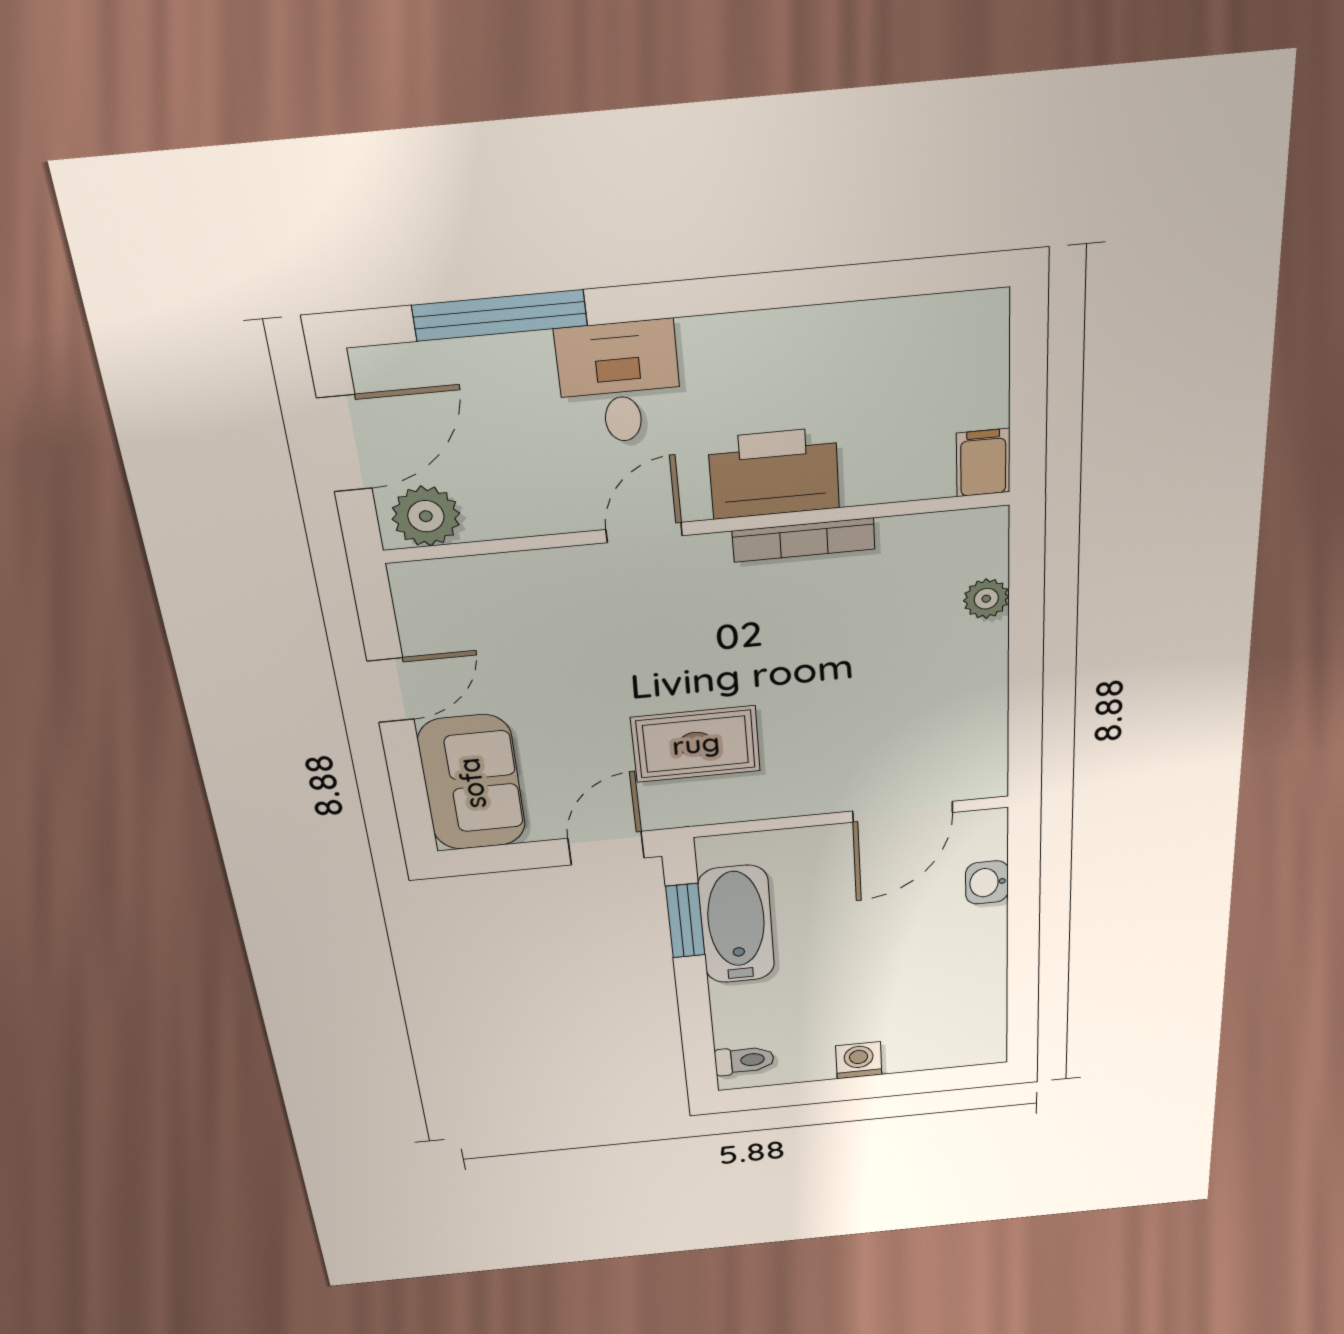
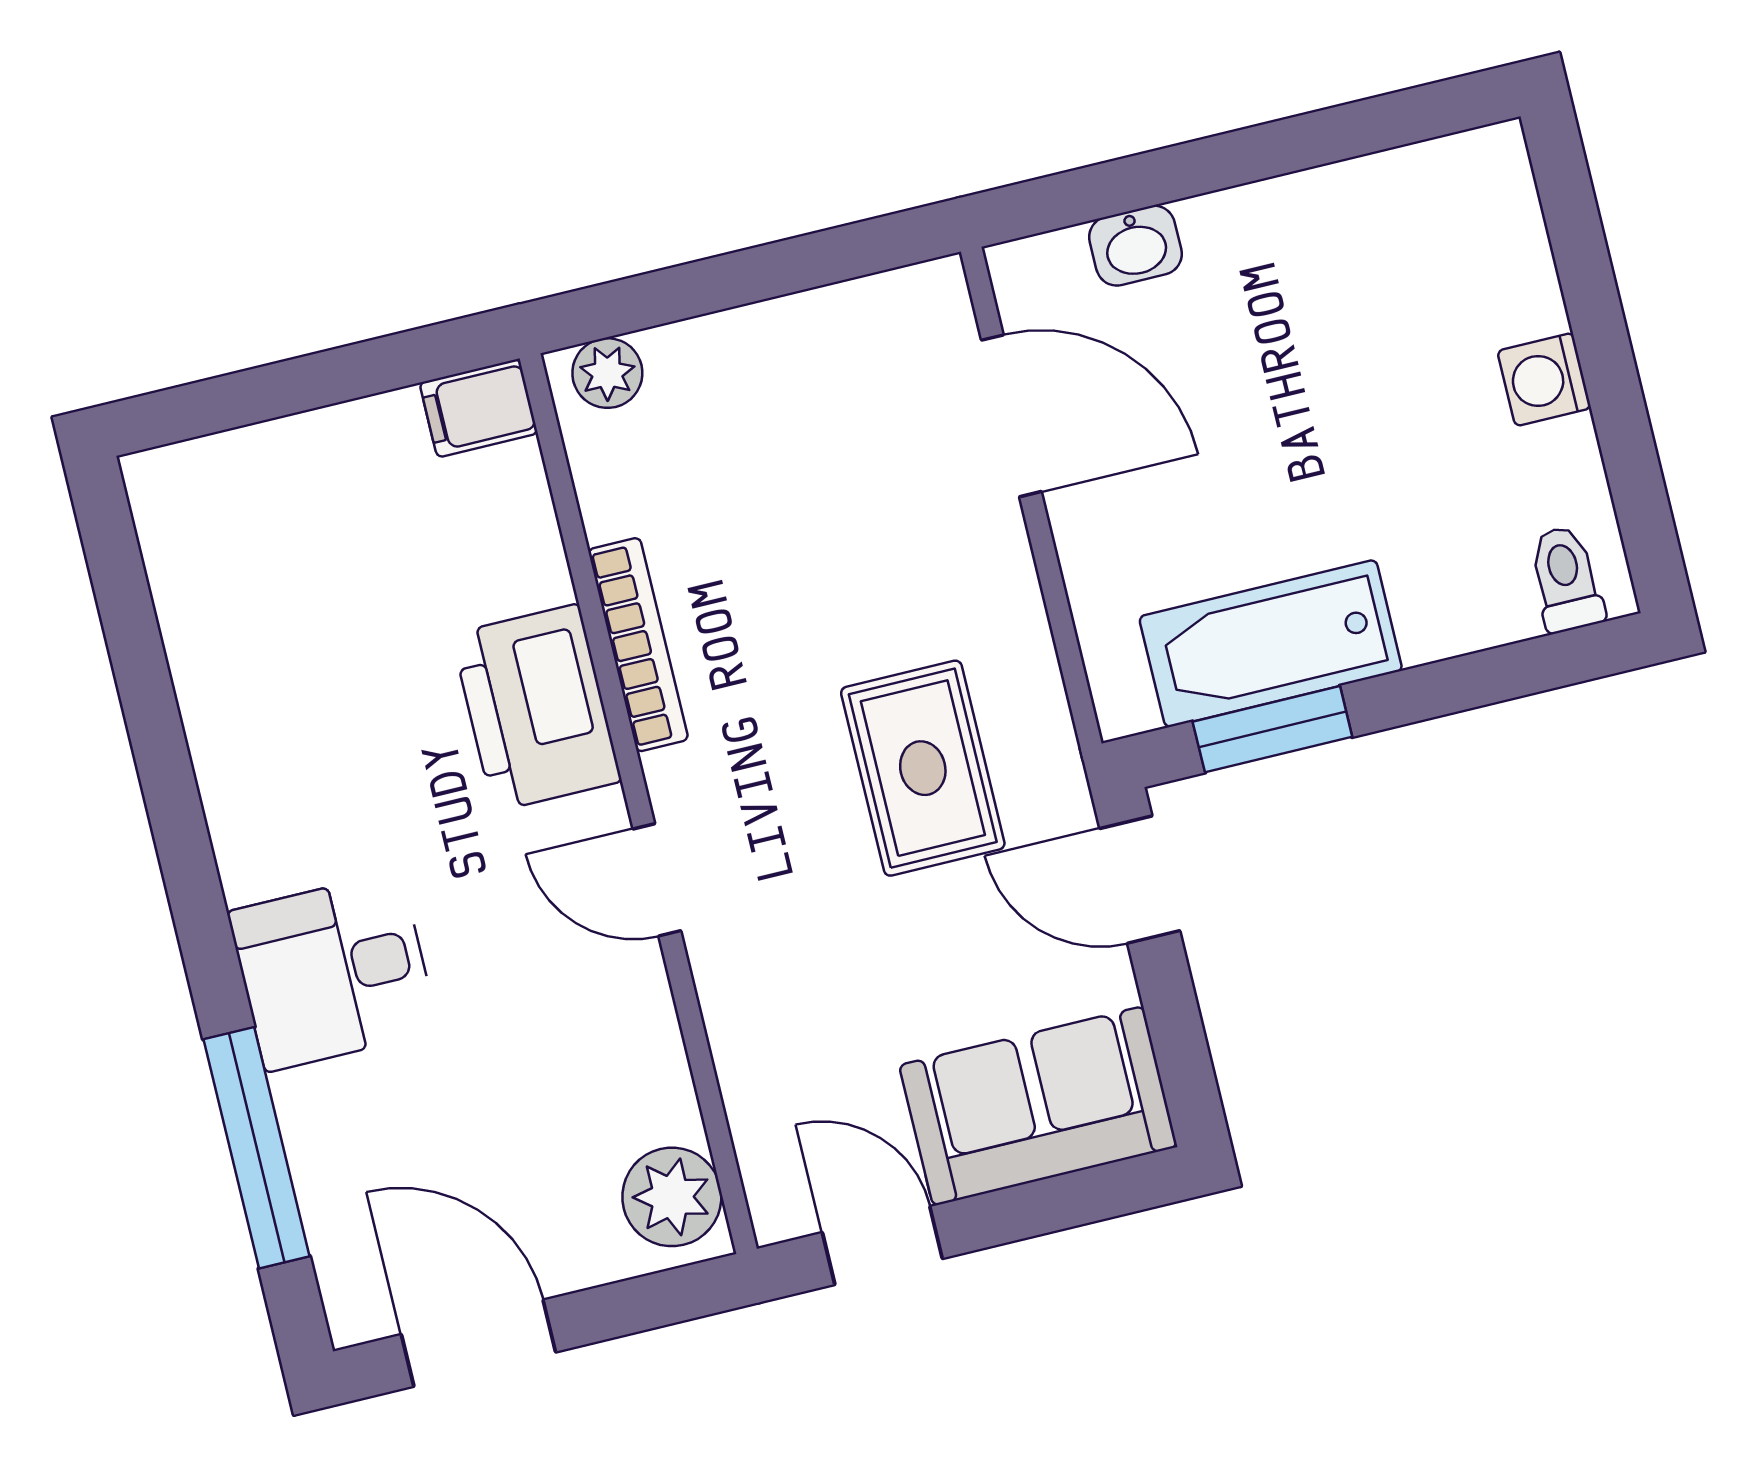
filing cabinet: (983, 463) -> (479, 408), moved
printer: (774, 473) -> (536, 708), moved
plant: (426, 516) -> (672, 1197), moved
wall: (697, 528) -> (638, 804), moved
door: (644, 533) -> (657, 880), moved
bookcase: (804, 540) -> (638, 645), moved

